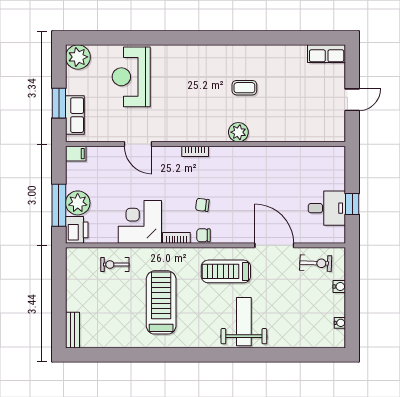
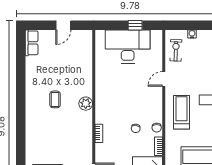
door: (352, 100) -> (63, 25), swing flipped
desk: (327, 208) -> (128, 46), width x1.87, depth x1.30
door: (274, 245) -> (164, 79), width x0.53
treadmill: (226, 271) -> (182, 112), turned 180

